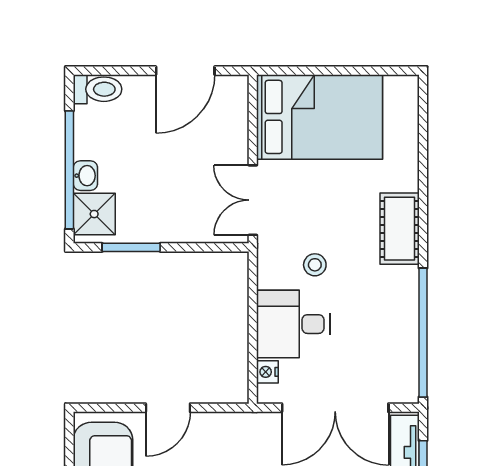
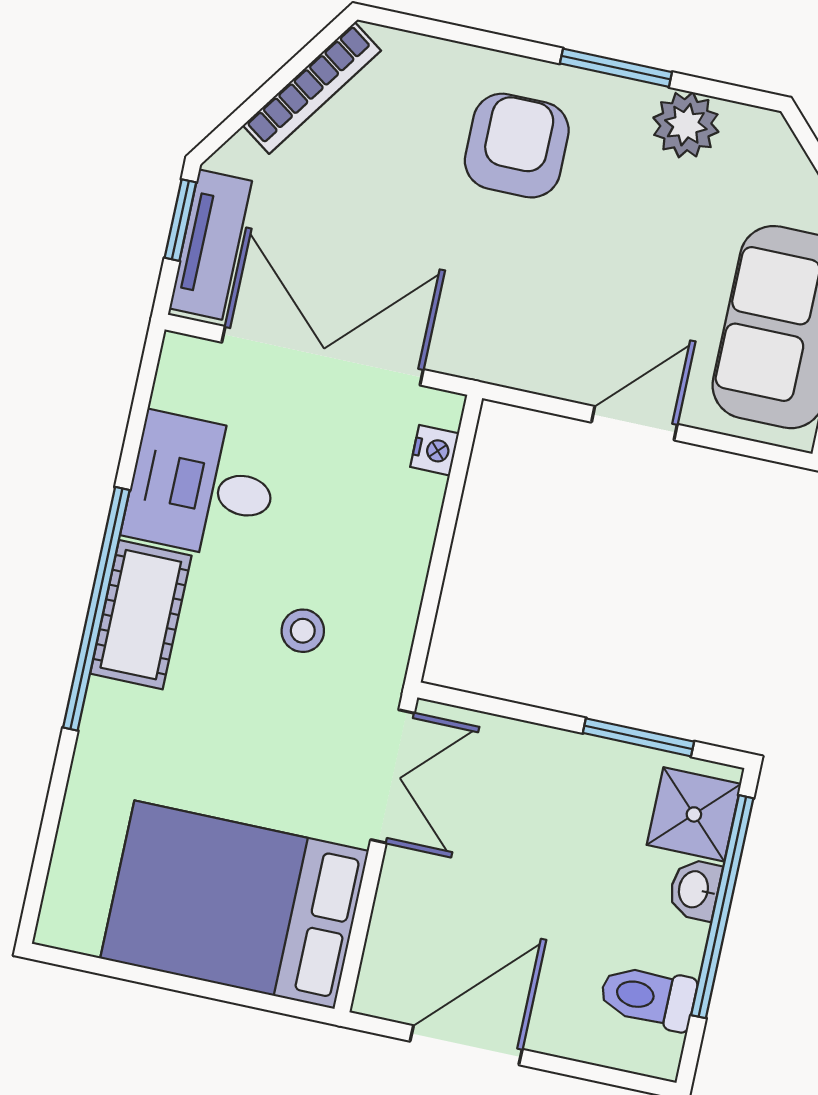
toilet: (98, 89) -> (648, 997), moved
cot: (400, 229) -> (141, 615), moved
desk: (293, 324) -> (202, 487), moved, turned 180
window: (423, 333) -> (96, 609), moved

